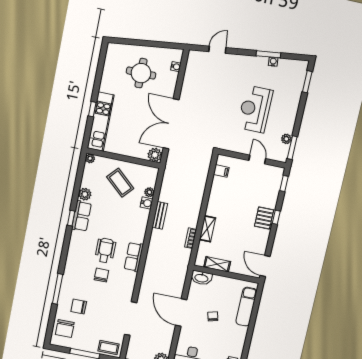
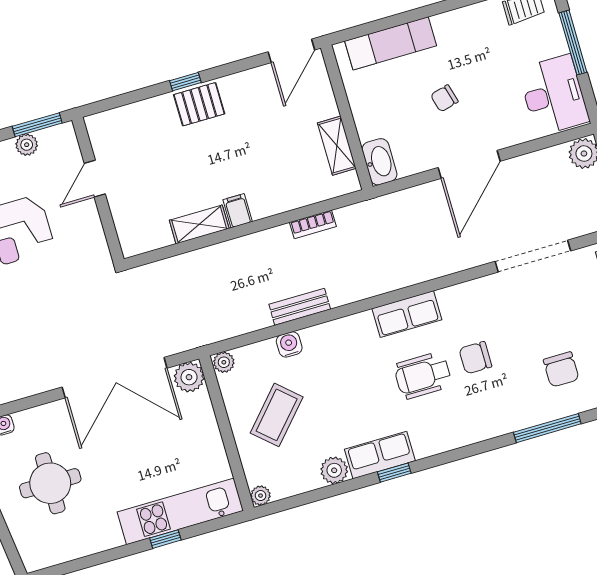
filing cabinet: (221, 171) -> (238, 211), moved
window: (284, 183) -> (113, 103), removed
plant: (149, 192) -> (224, 362), moved
shelving: (207, 229) -> (199, 224), moved

